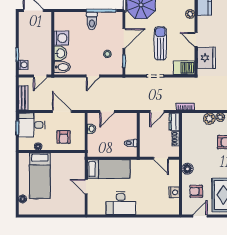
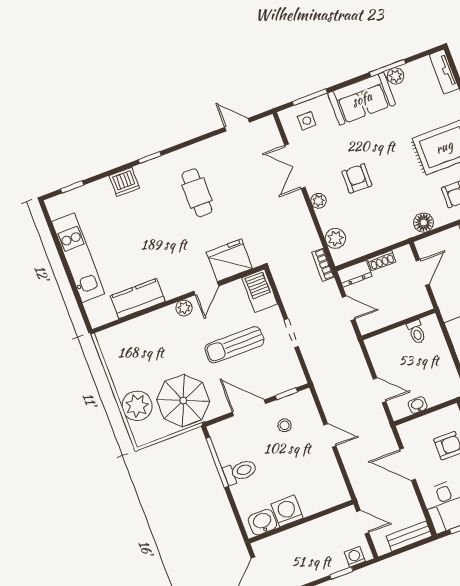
plant: (190, 14) -> (184, 308), moved
washbasin: (60, 53) -> (263, 522), moved
bidet: (62, 67) -> (334, 491), removed
door: (62, 112) -> (408, 464), hinge flipped
plant: (209, 119) -> (335, 238), moved

